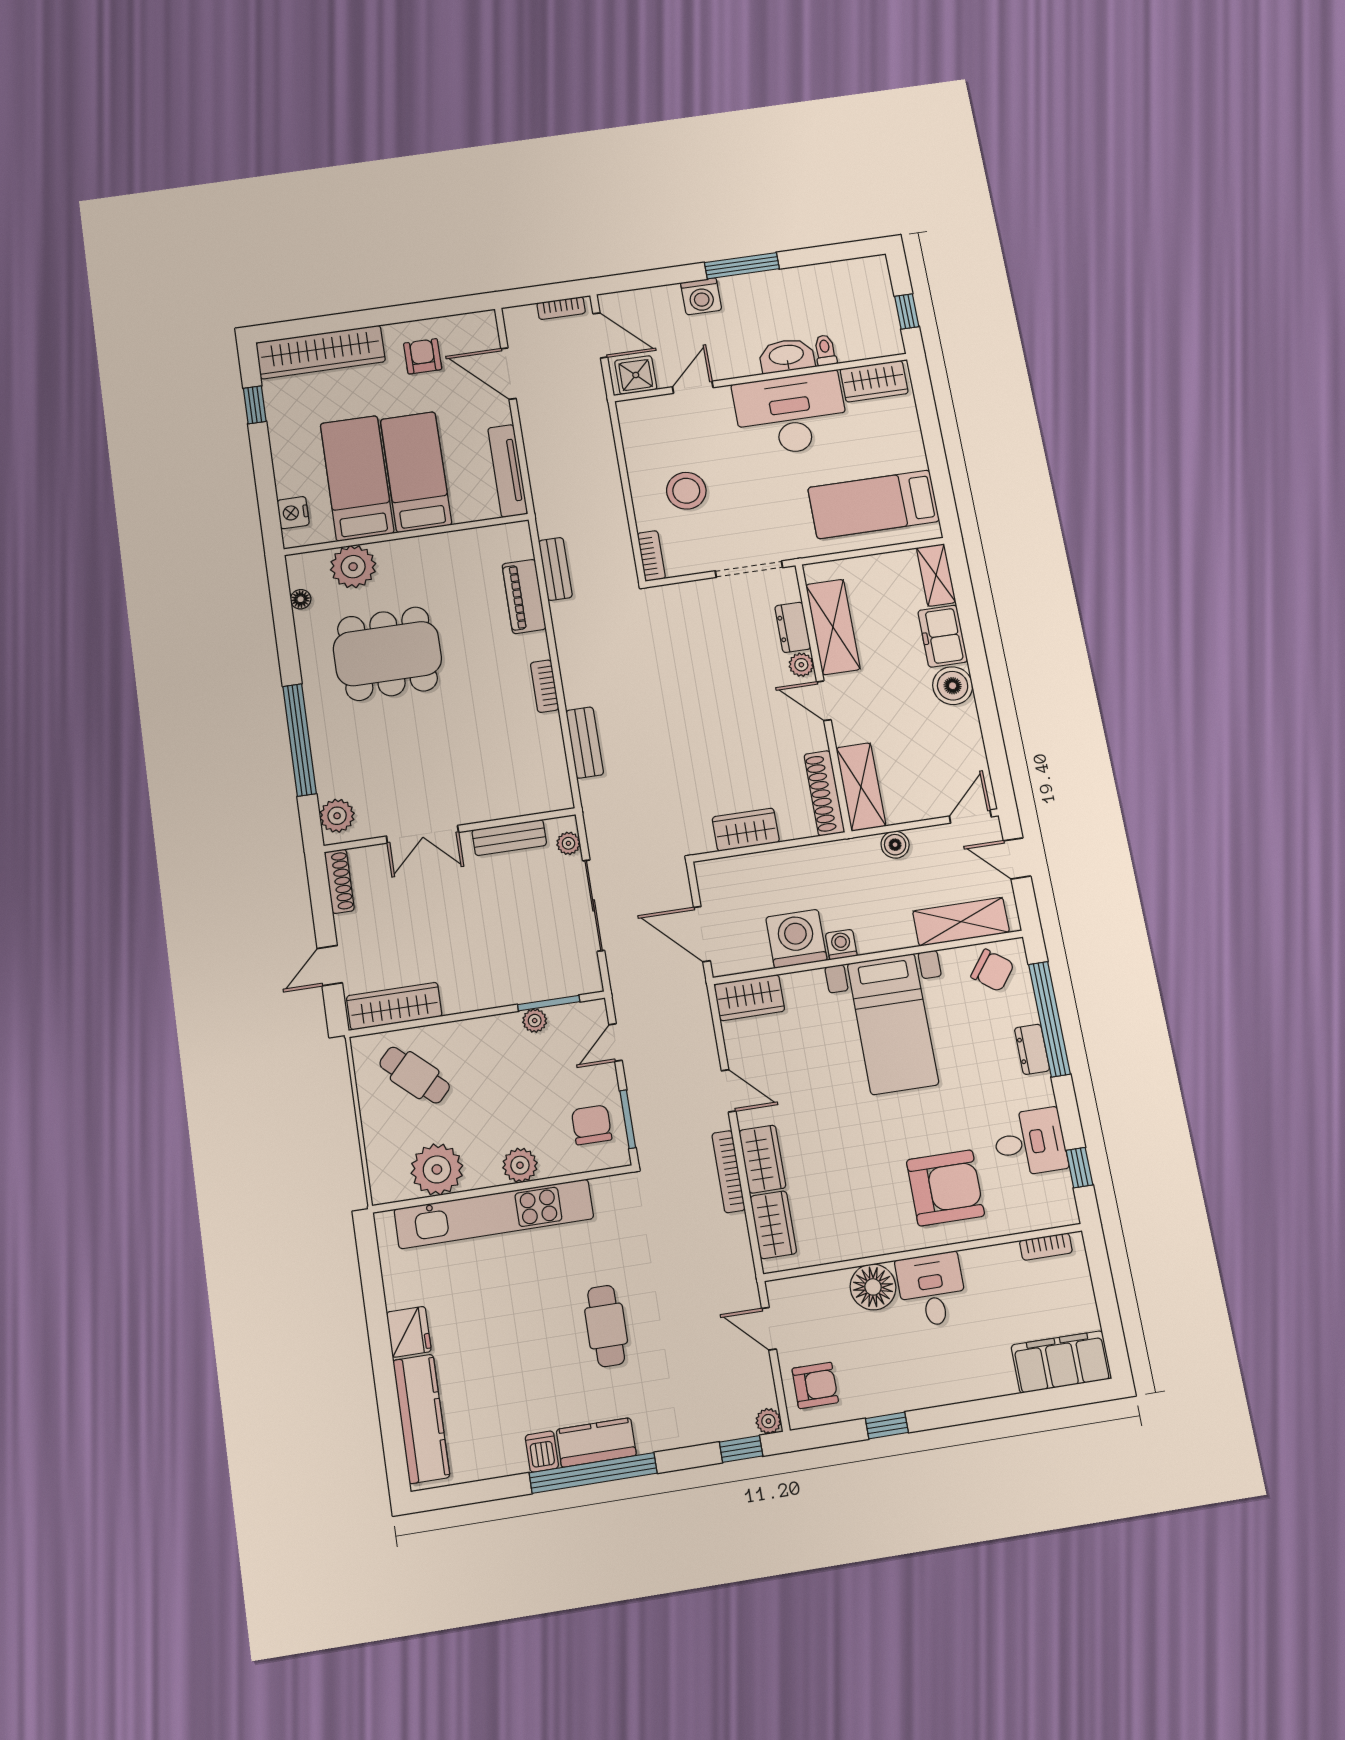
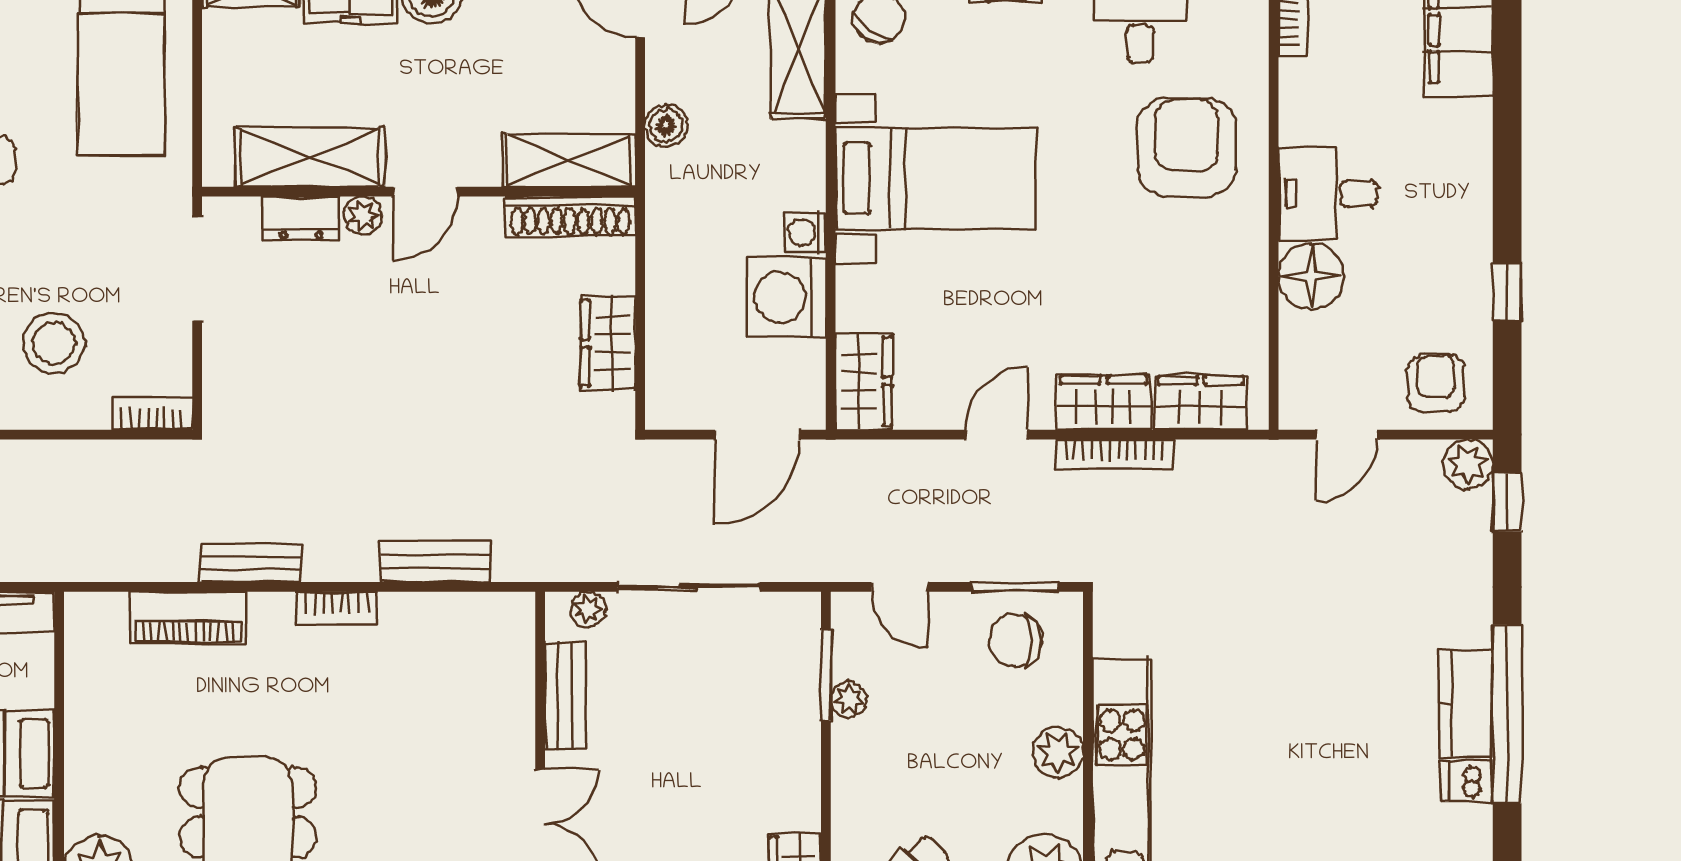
bench: (555, 569) -> (251, 563), moved
cafe table: (606, 1326) -> (1306, 664), removed
plant: (768, 1421) -> (1468, 464), width x1.38, depth x1.38

